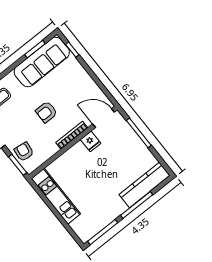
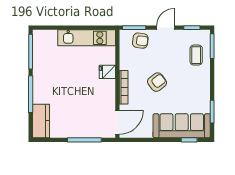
sofa: (42, 62) -> (182, 126), moved, turned 90
armchair: (46, 112) -> (157, 82), turned 53
fridge: (91, 141) -> (107, 72), moved
kitchen counter: (144, 185) -> (41, 121), width x0.67

